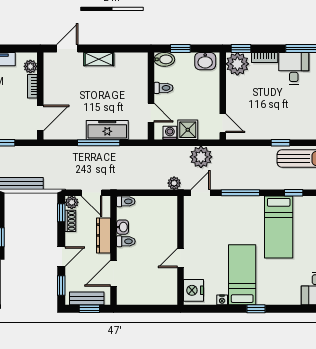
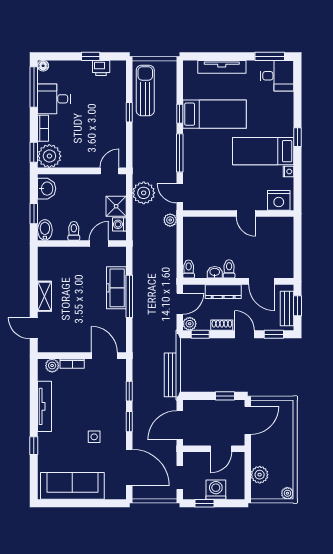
window: (294, 193) -> (180, 114), moved
shoe rack: (70, 221) -> (222, 325), moved

